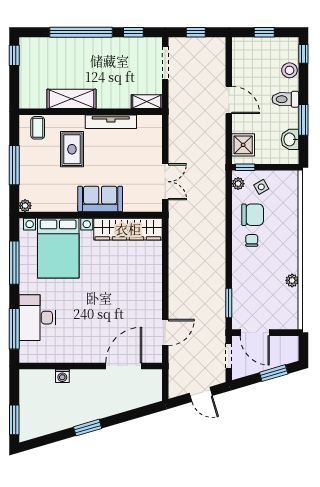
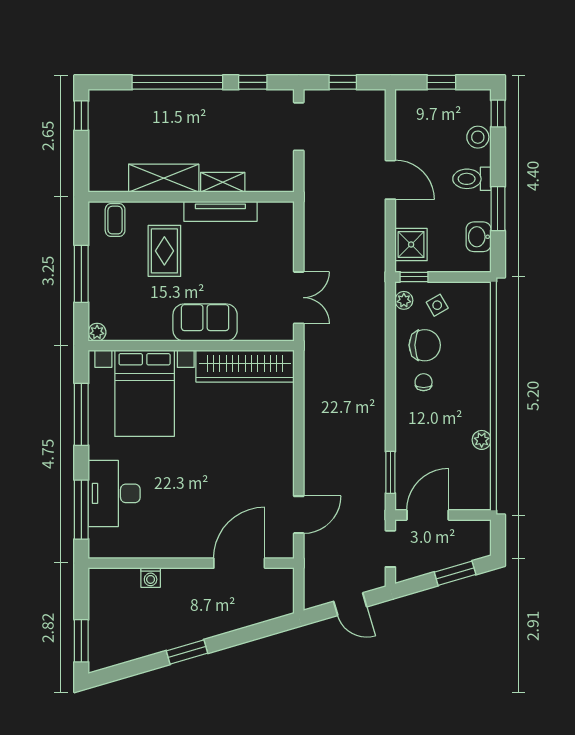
shelving: (147, 102) -> (223, 182), moved
door: (255, 333) -> (428, 515), swing flipped

